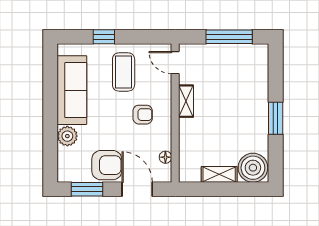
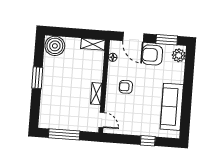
coffee table: (124, 72) -> (136, 116), removed
plant: (67, 136) -> (179, 55), moved
shelving: (219, 174) -> (93, 44), moved

